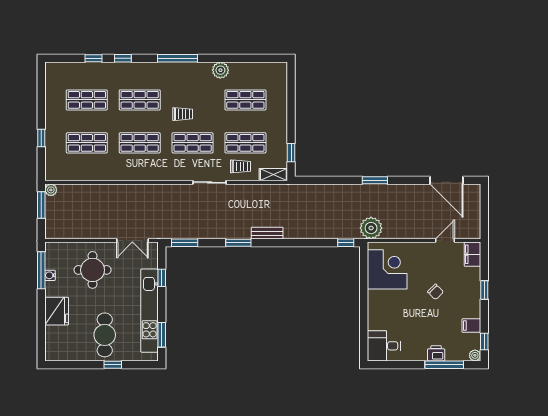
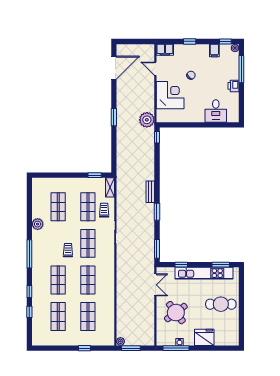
corner desk: (387, 269) -> (170, 95), moved, turned 90
round table: (93, 270) -> (176, 313), turned -37
desk: (384, 346) -> (216, 111), moved
printer: (436, 353) -> (234, 86), moved
window: (113, 365) -> (241, 299), removed

